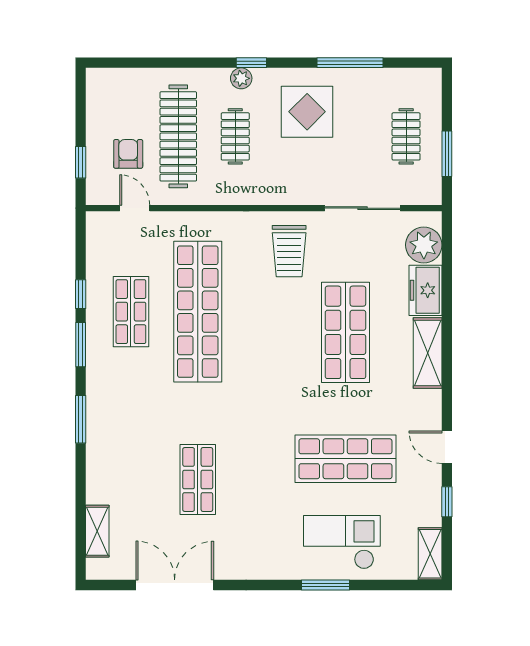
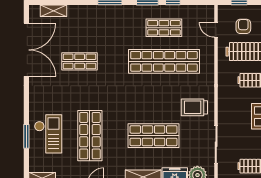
armchair: (128, 154) -> (243, 26), turned -90
door: (135, 208) -> (216, 30), swing flipped
double door: (175, 585) -> (26, 50), width x1.36
window: (326, 585) -> (26, 136), moved

